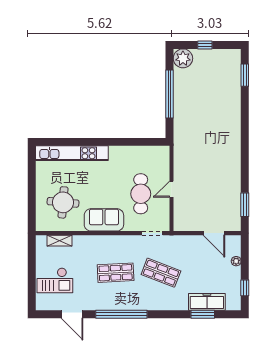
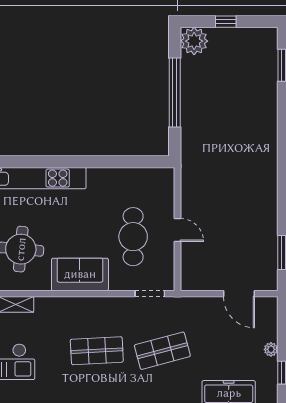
door: (171, 189) -> (178, 230), swing flipped
plant: (236, 261) -> (271, 349), moved
shop shelf: (161, 273) -> (162, 351), turned -36

